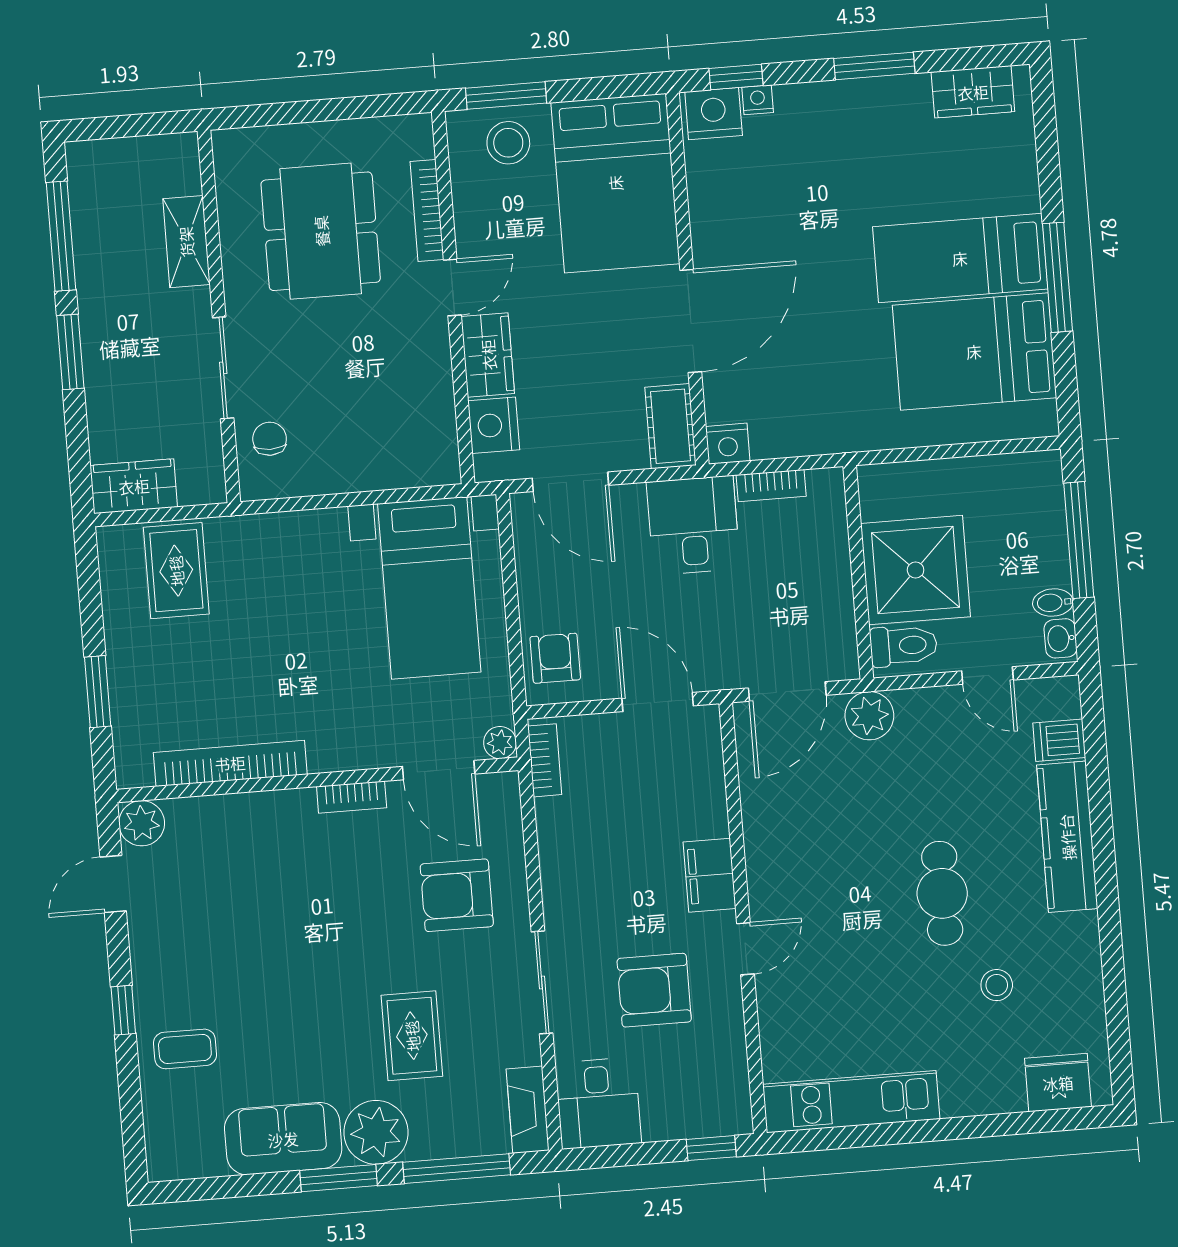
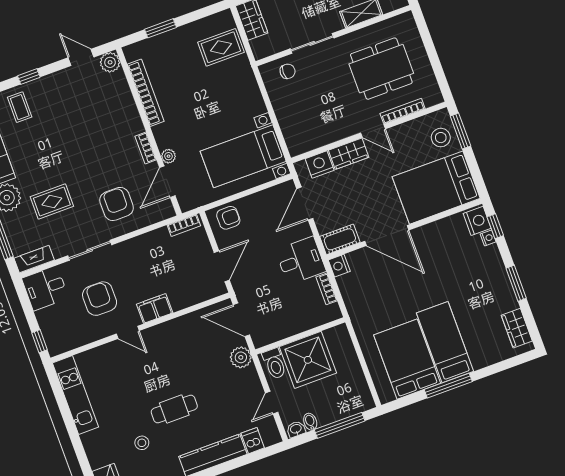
plant: (500, 743) -> (168, 156), moved

